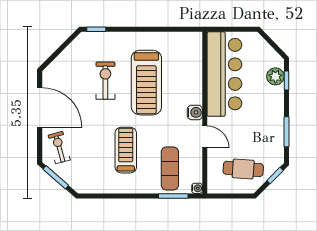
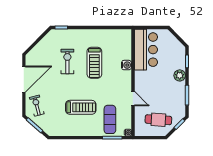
bar counter: (224, 74) -> (146, 50), width x0.73
plant: (275, 76) -> (180, 75), moved
treadmill: (146, 83) -> (94, 63), width x0.73, depth x0.73
door: (40, 107) -> (24, 79), hinge flipped
water cooler: (195, 112) -> (126, 65), moved
treadmill: (126, 150) -> (81, 107), turned 90

